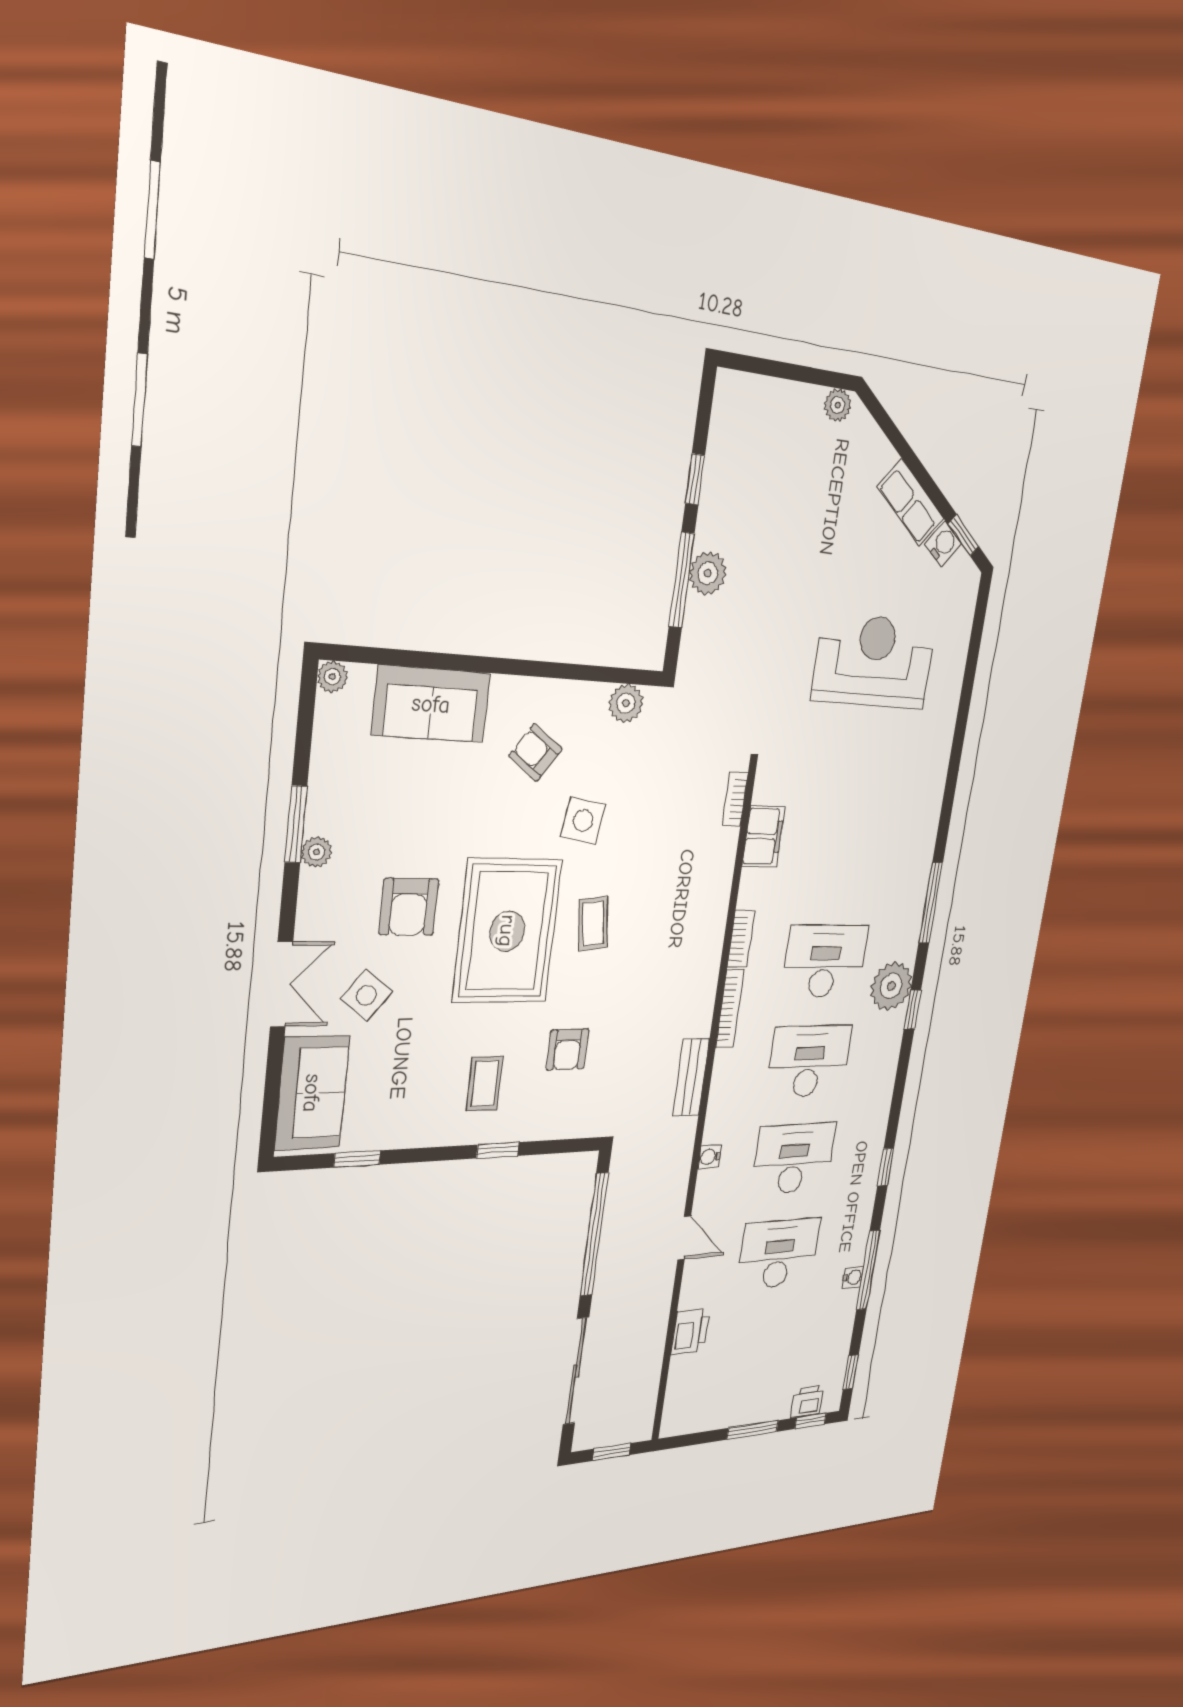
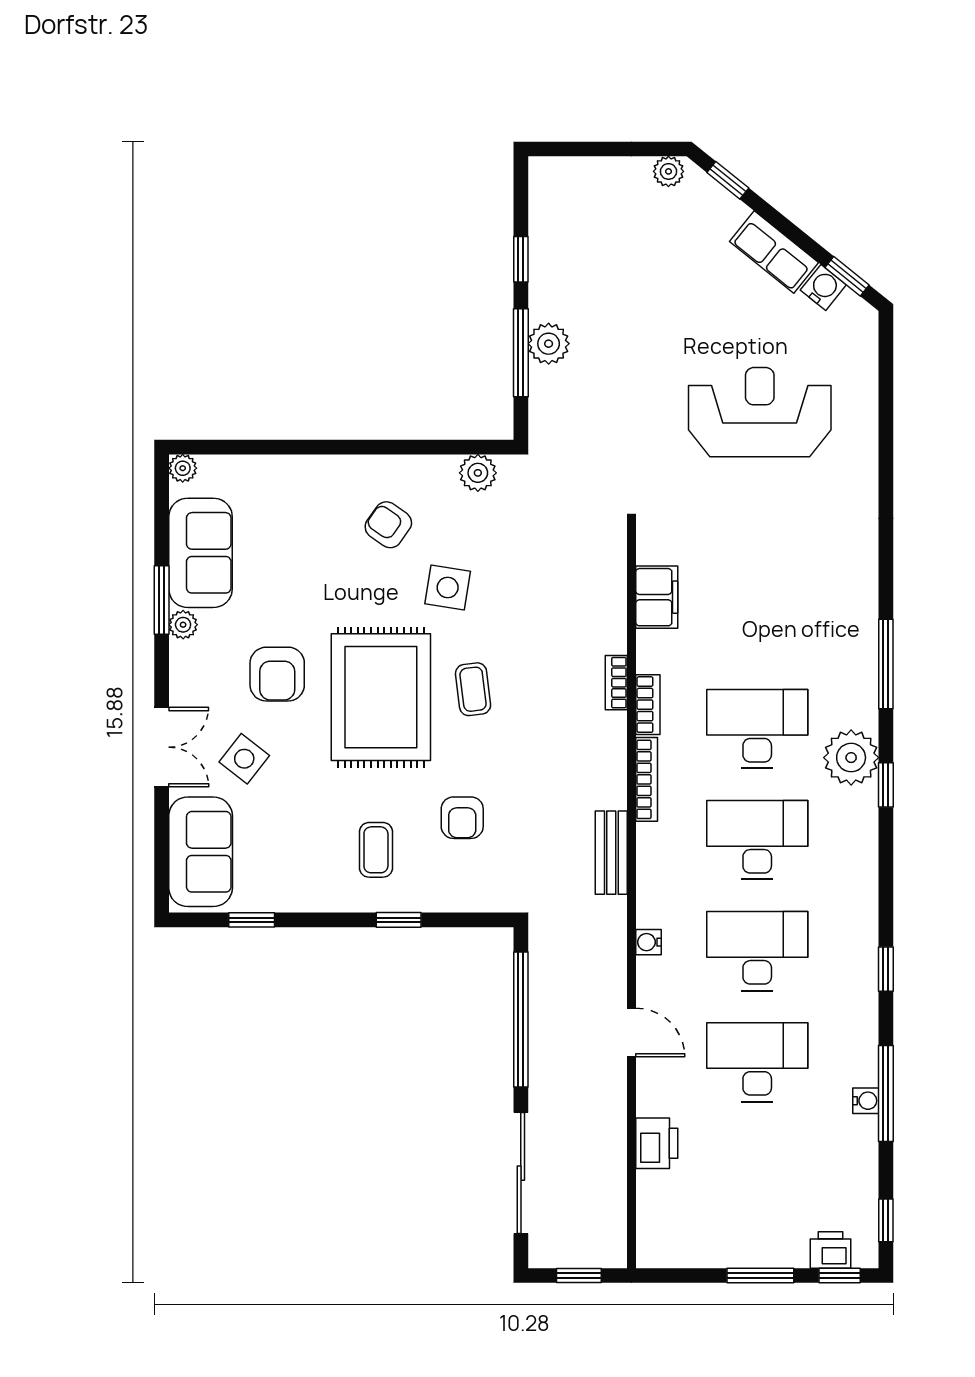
window: (885, 423) -> (728, 180), added
sofa: (431, 704) -> (201, 553), moved, turned -90
bookcase: (735, 799) -> (616, 683), moved

